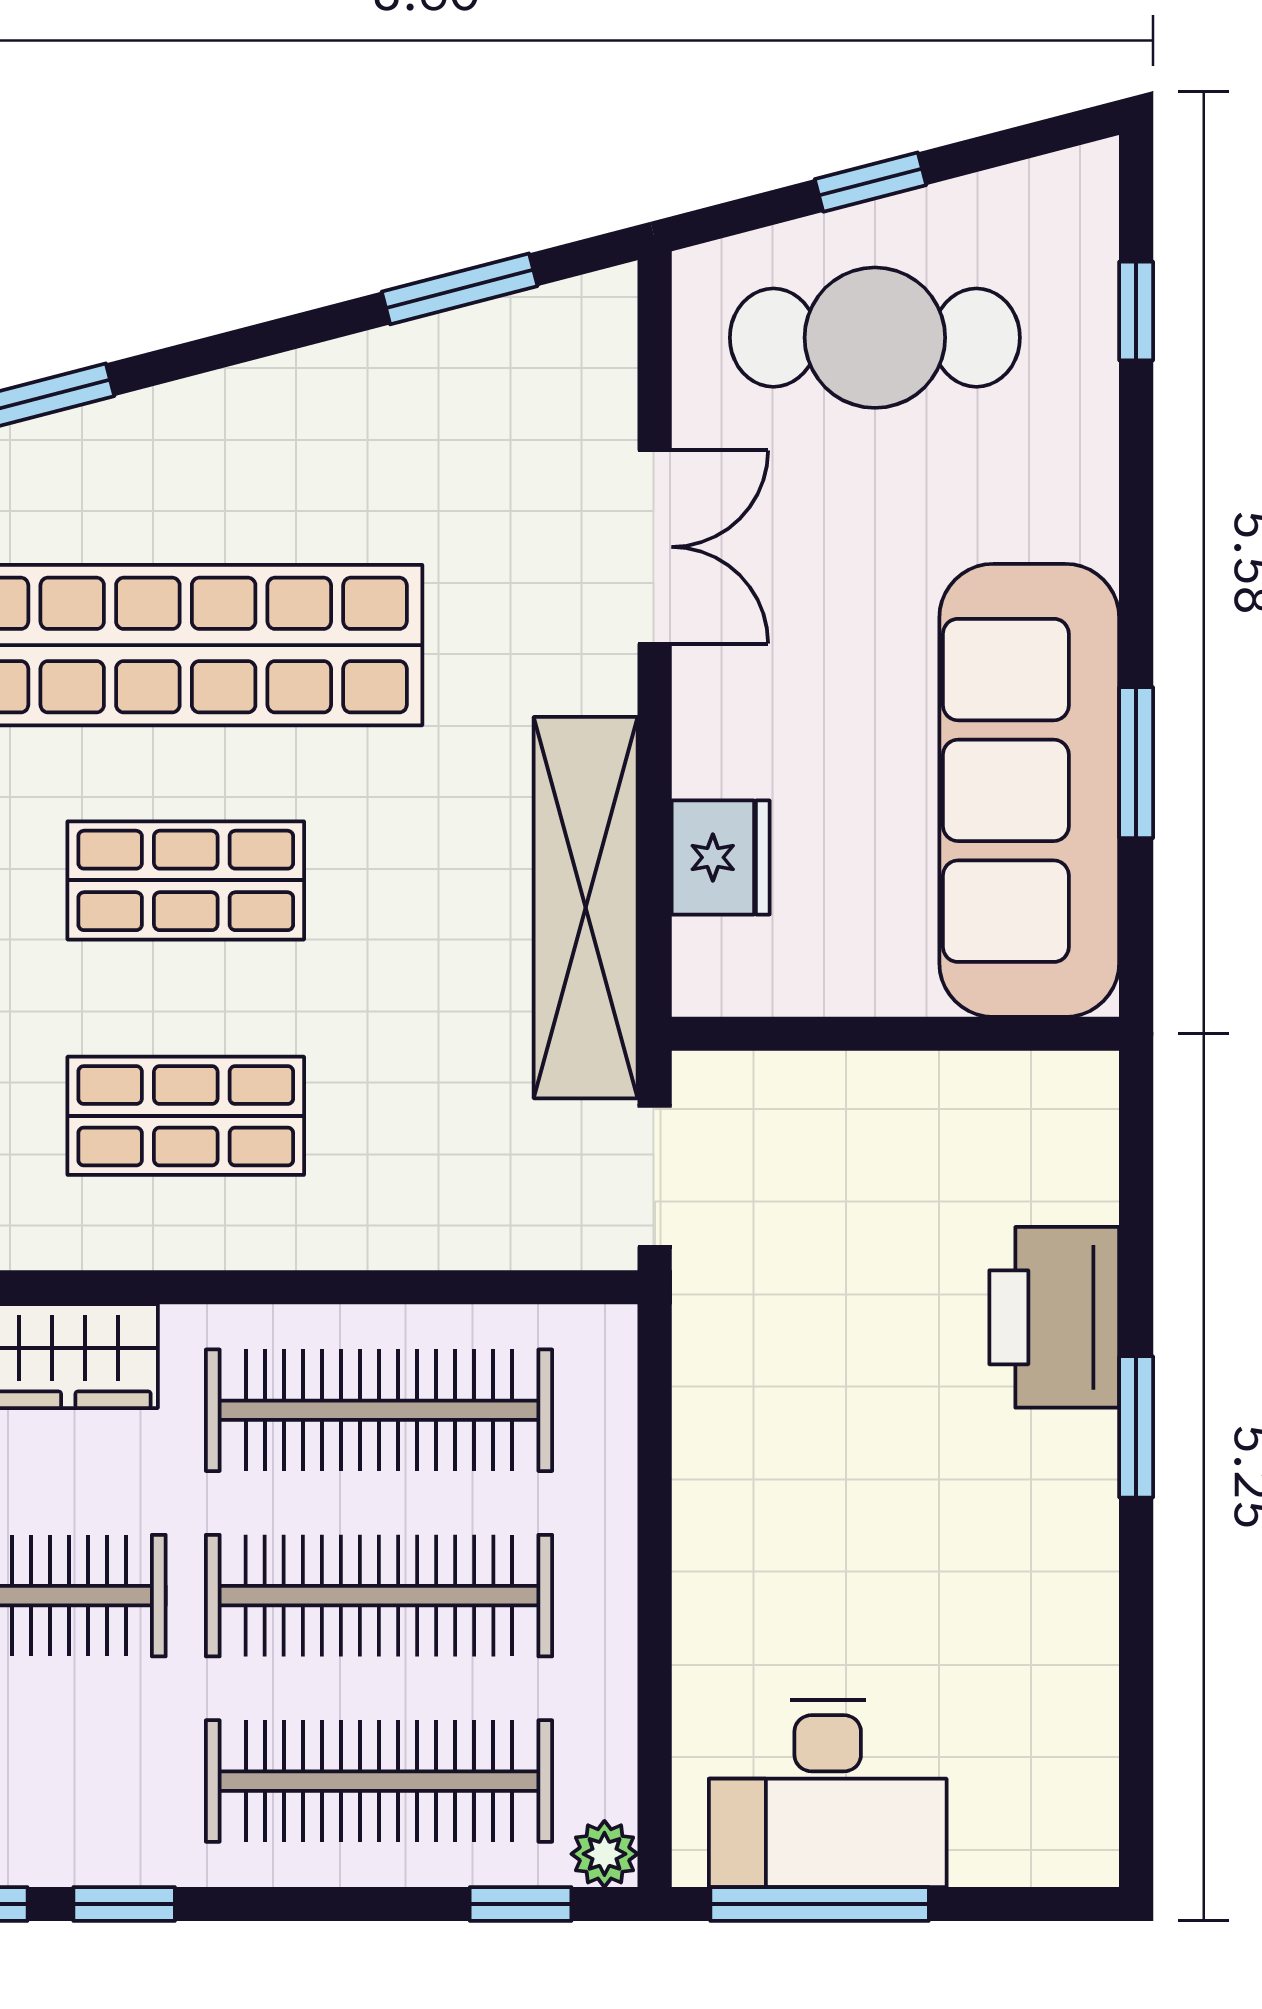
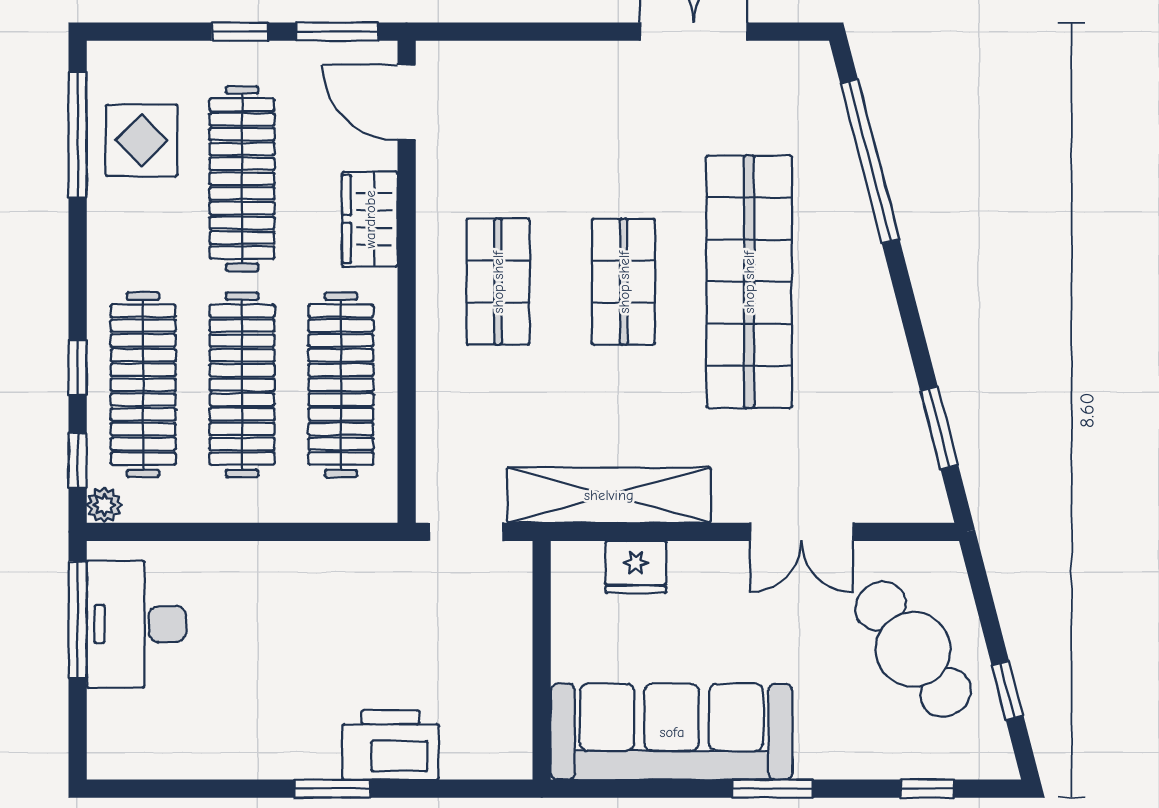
window: (871, 182) -> (1007, 690), moved
cafe table: (875, 338) -> (913, 649), turned -37
window: (1136, 763) -> (773, 789), moved
window: (124, 1904) -> (78, 368), moved

